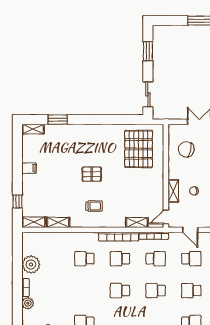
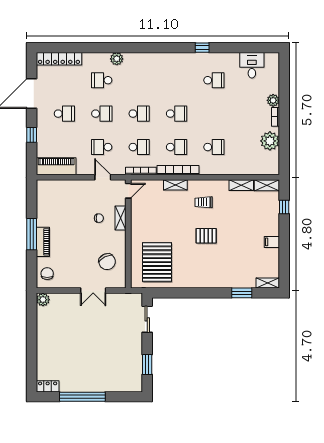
chair: (186, 149) -> (107, 262), turned 52
shelving: (137, 223) -> (175, 185), moved
school desk: (156, 259) -> (139, 147), turned 180

